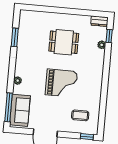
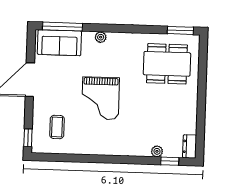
window: (15, 37) -> (180, 30), moved
dining table: (64, 42) -> (167, 64), moved, width x1.38

